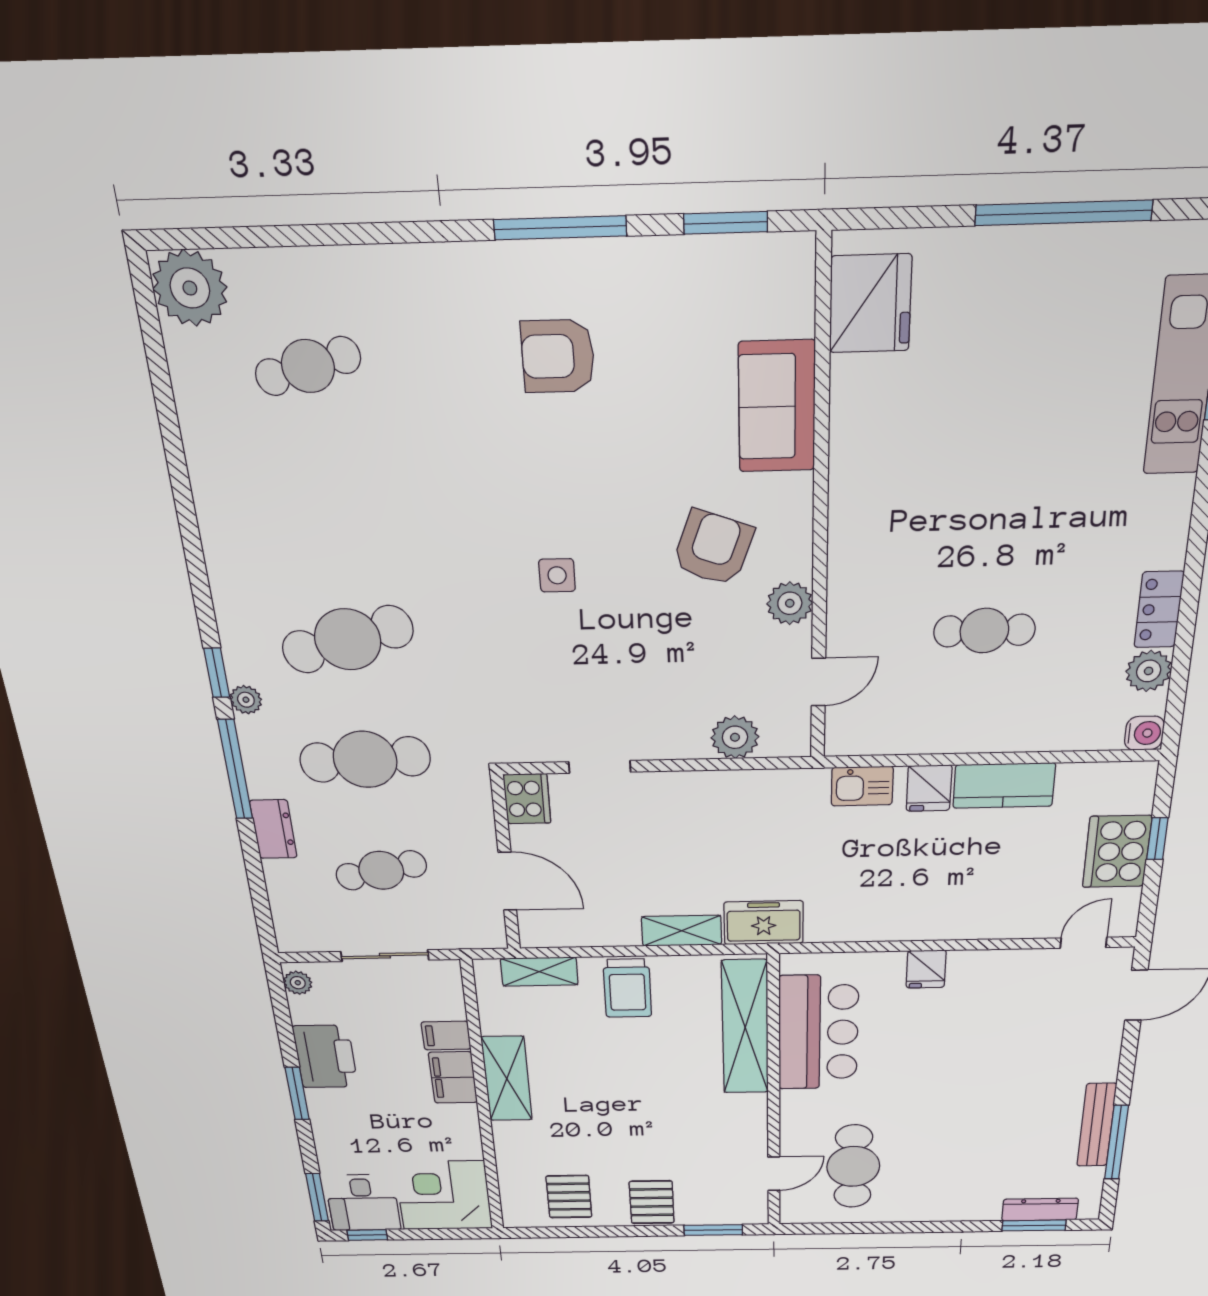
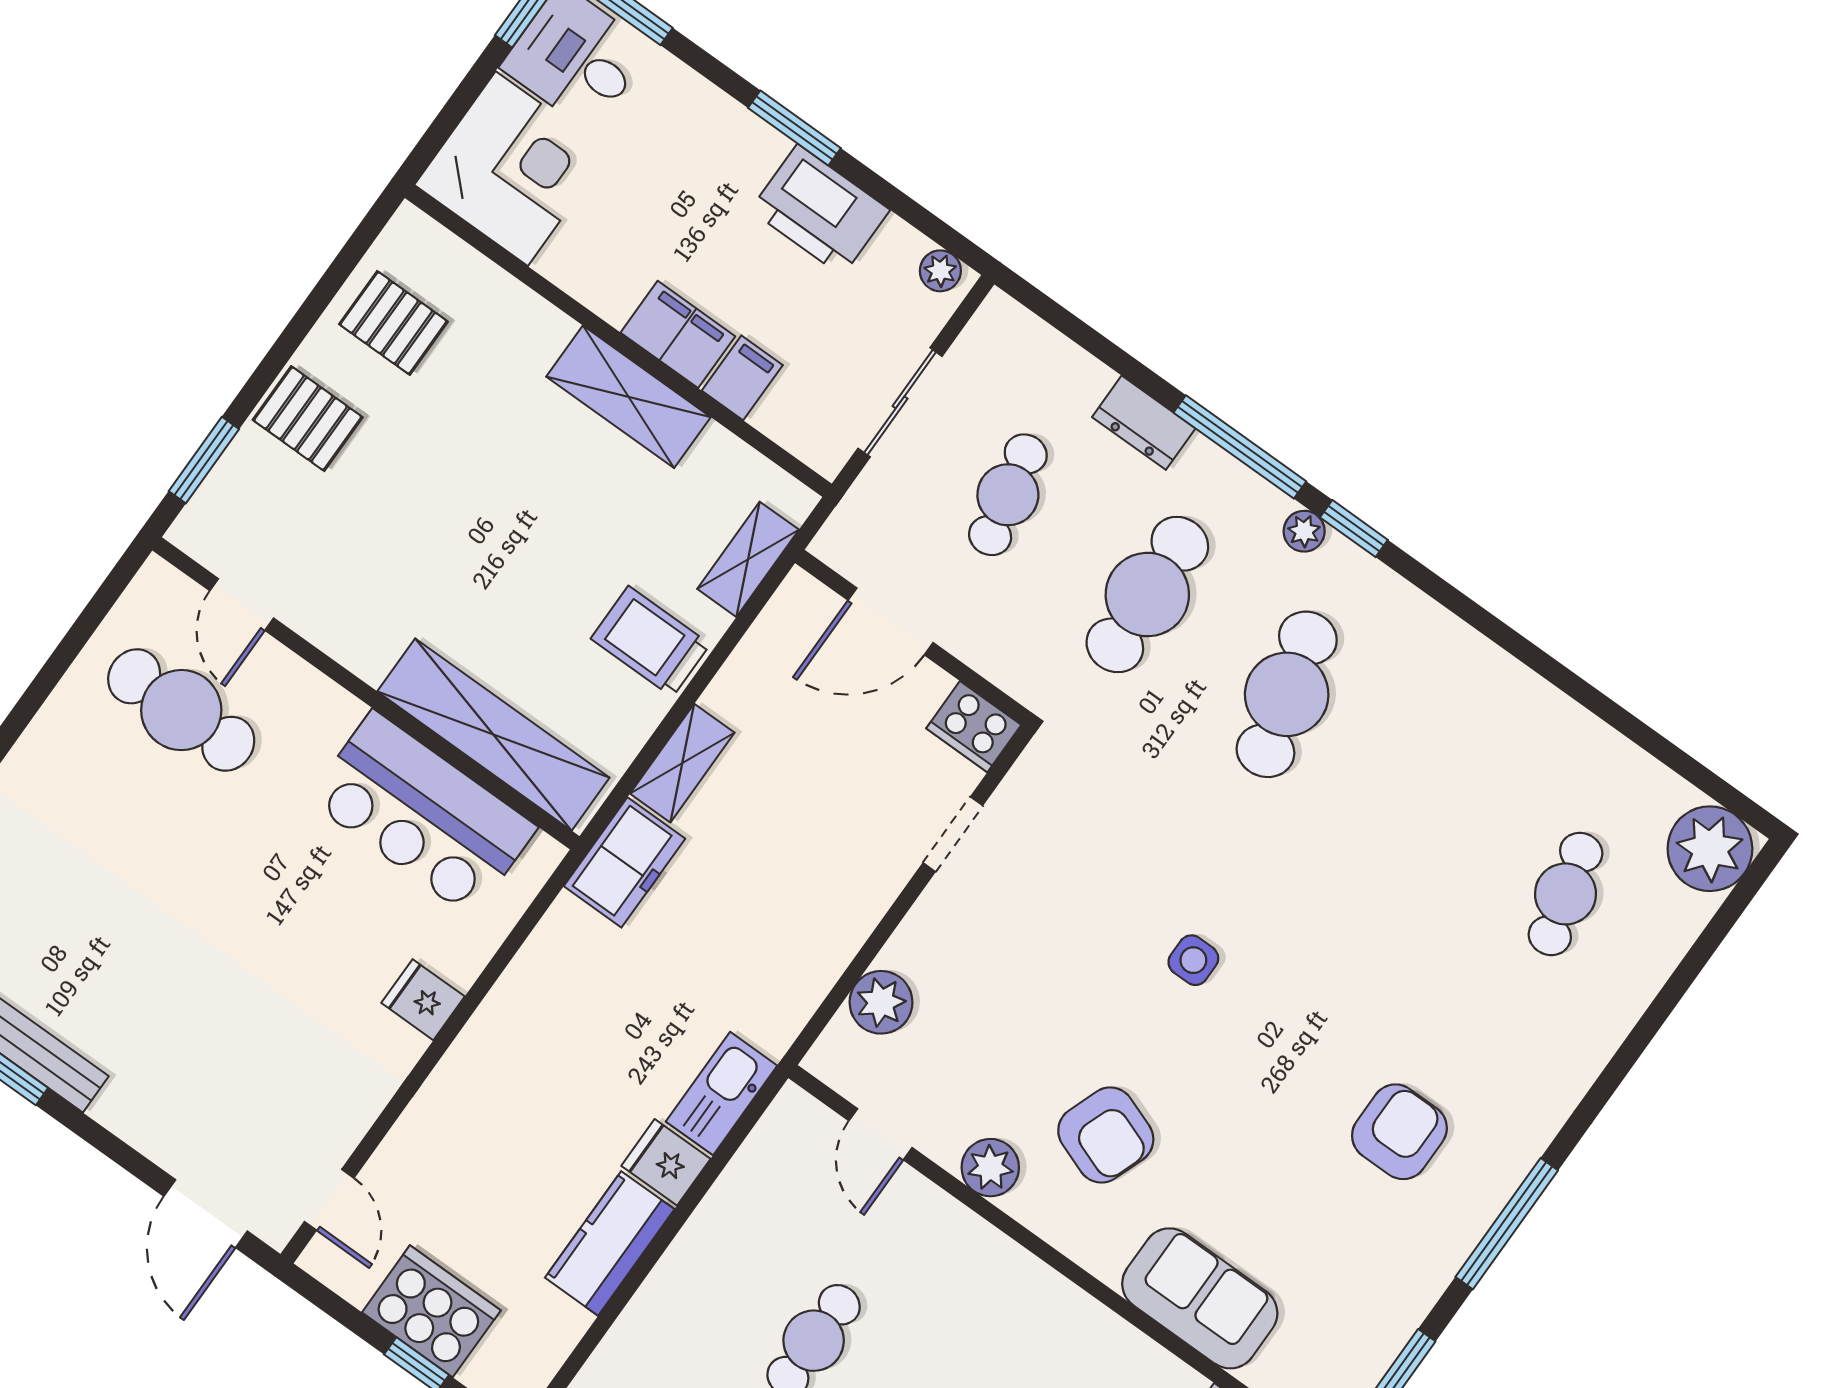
kitchen sink: (862, 786) -> (722, 1094), width x1.38

